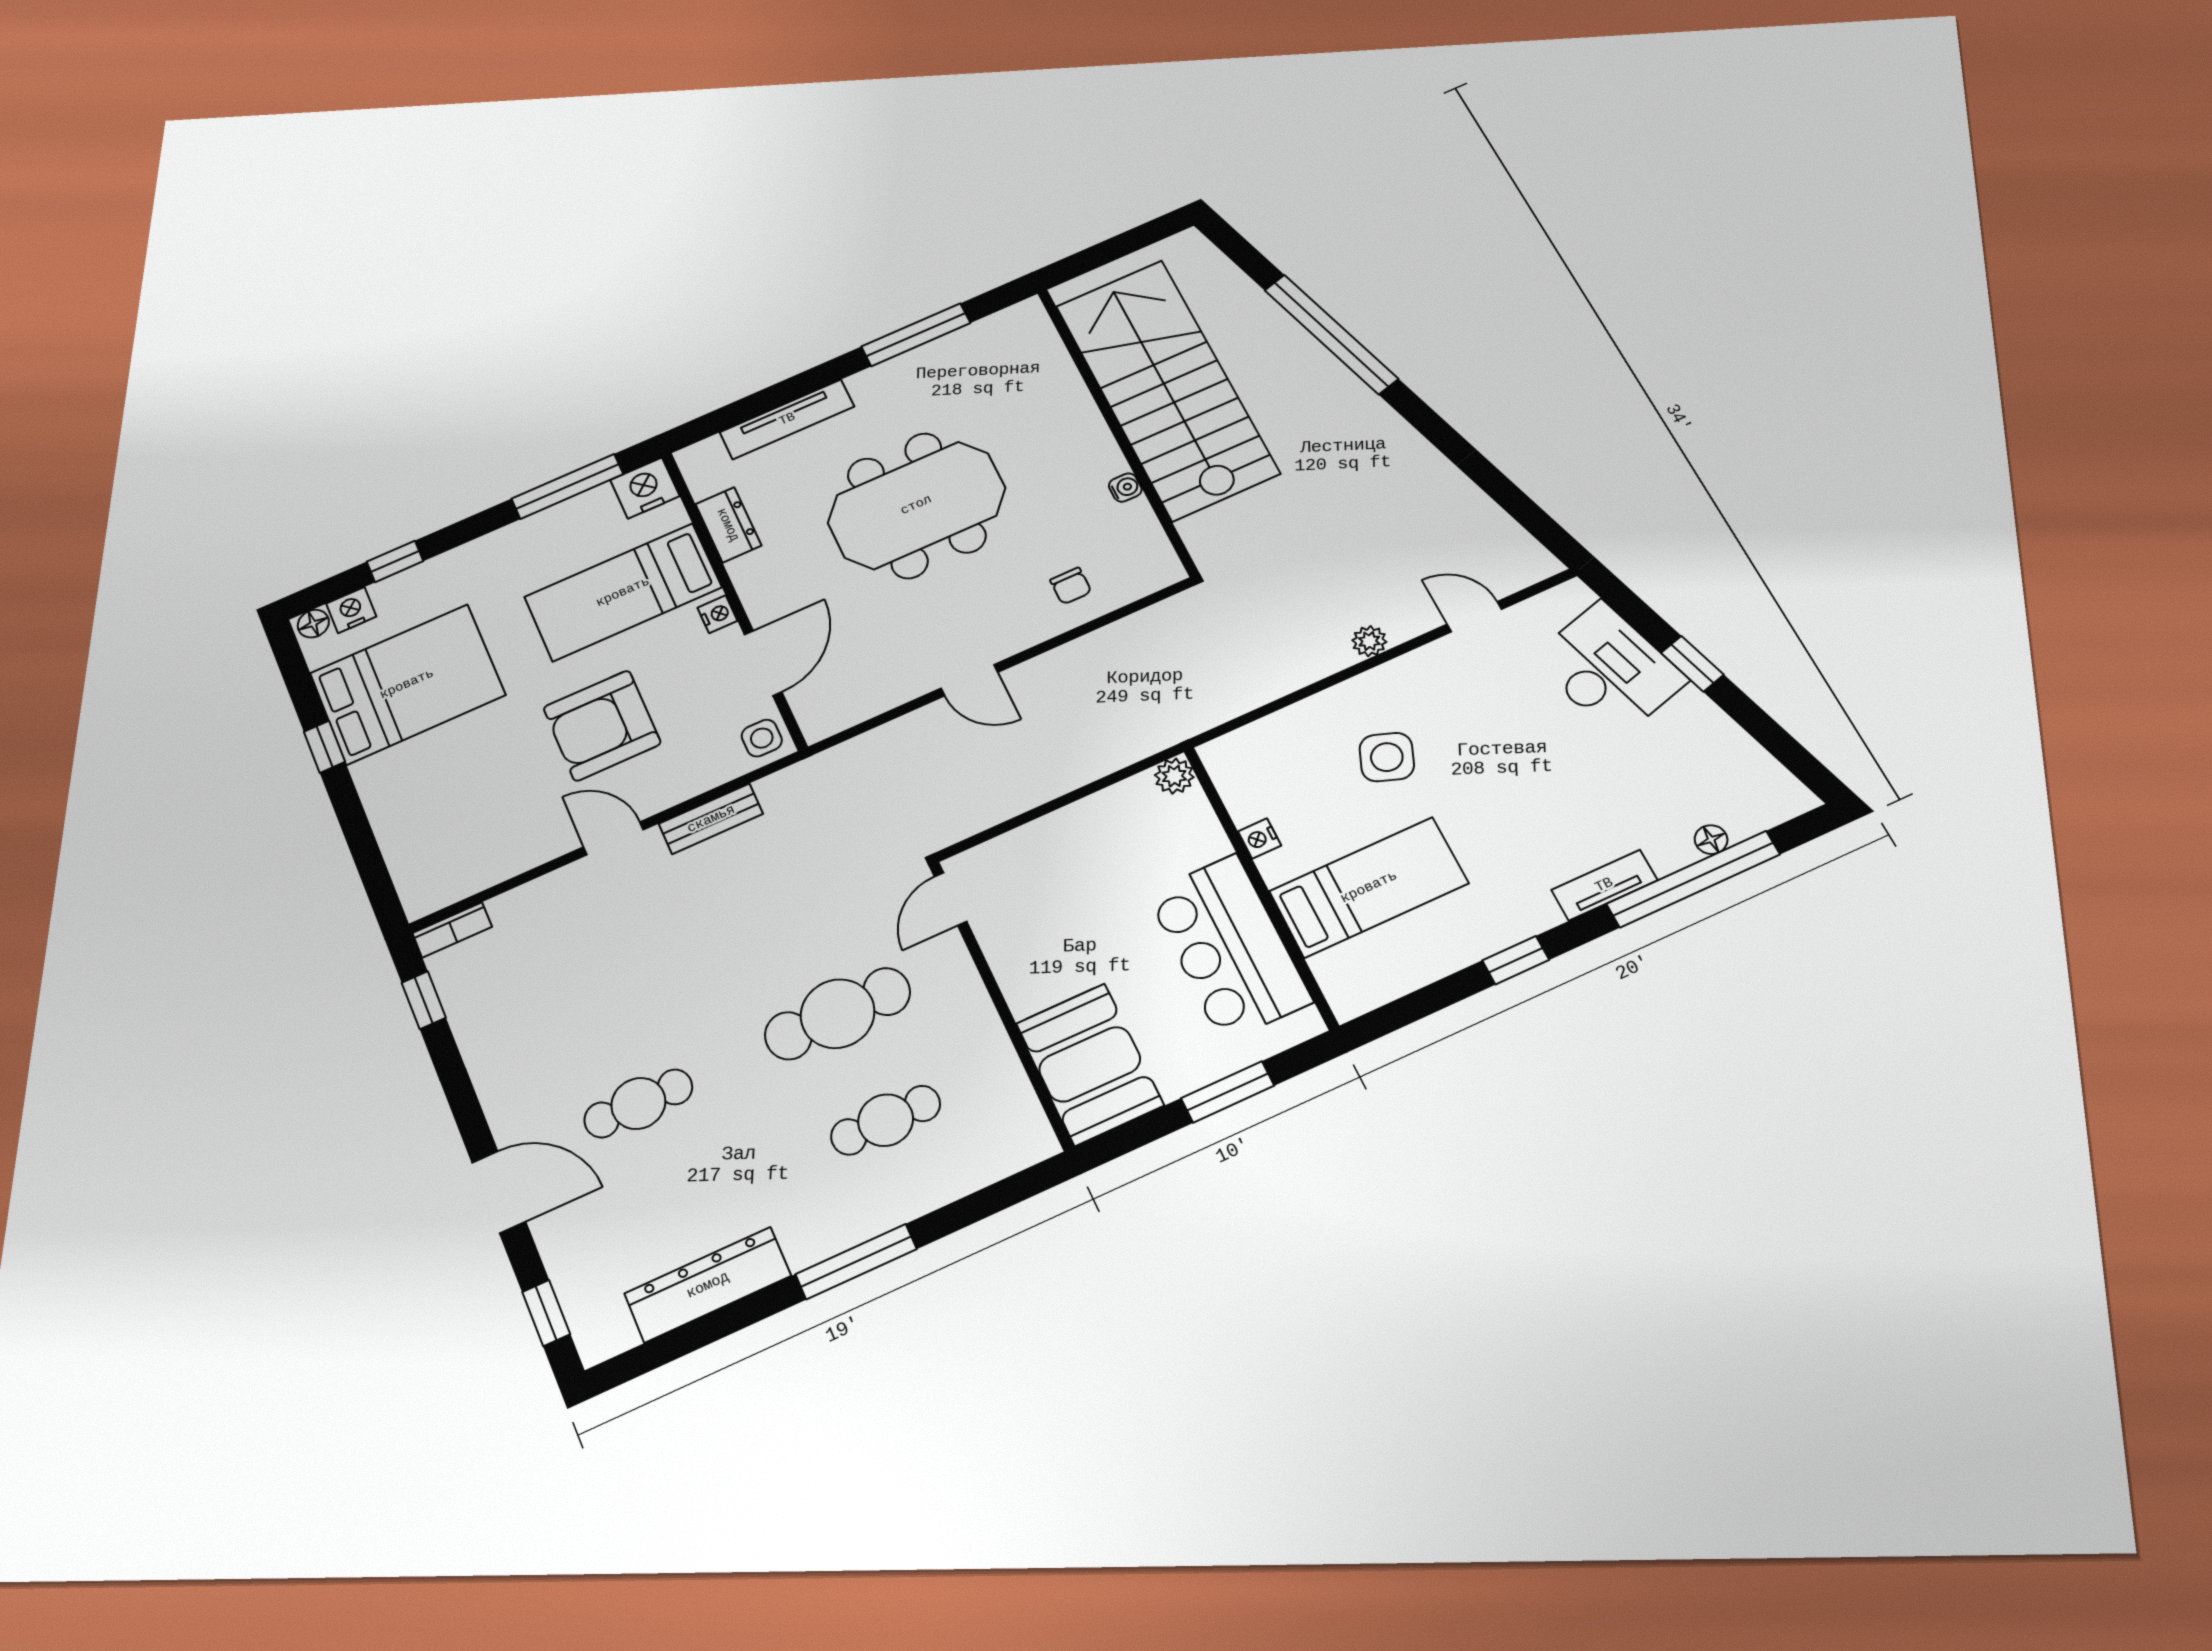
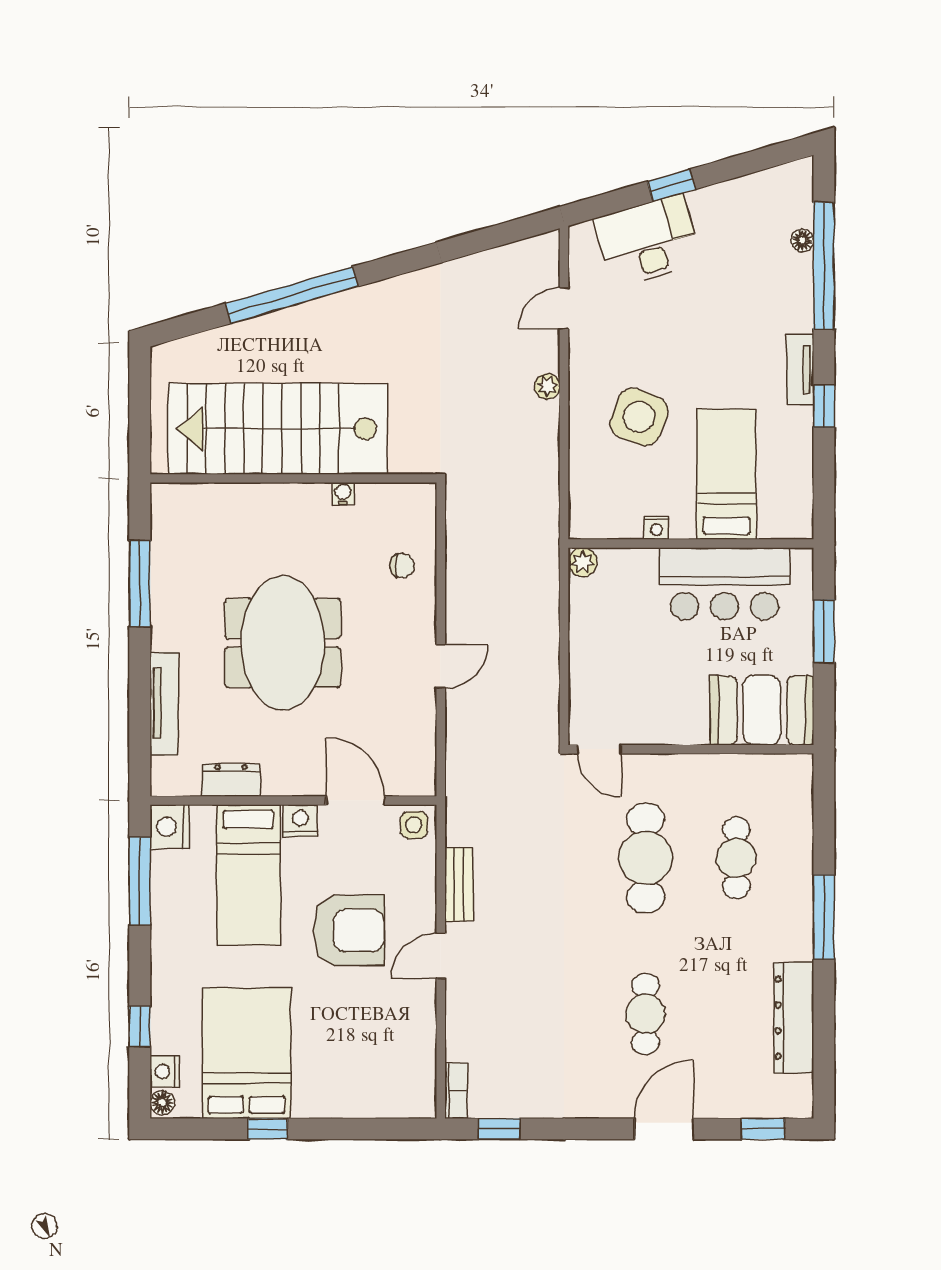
nightstand: (717, 614) -> (300, 821), width x1.39, depth x1.35
armchair: (602, 726) -> (349, 930), turned -90
side table: (1387, 757) -> (639, 417), width x1.37, depth x1.37
tv unit: (1604, 885) -> (800, 369), moved

